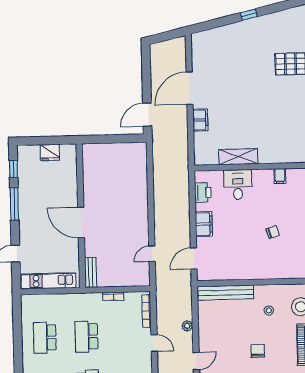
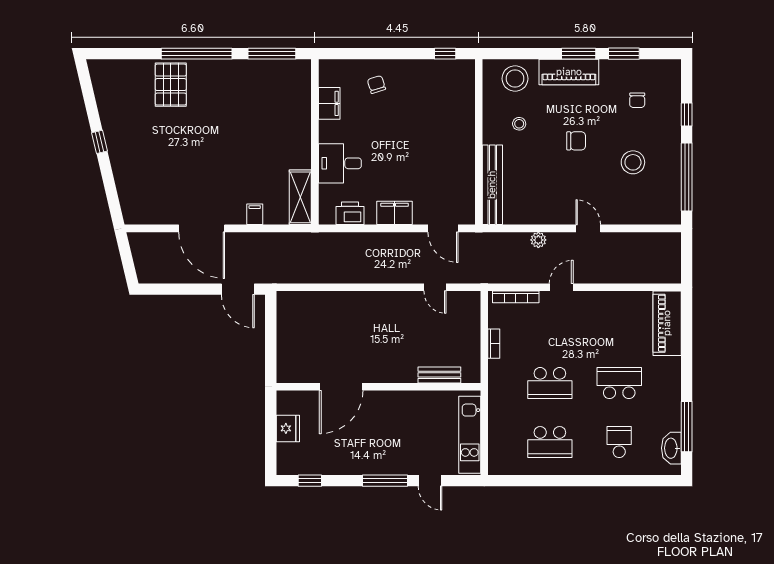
filing cabinet: (200, 120) -> (255, 214), width x0.50
shelving: (238, 157) -> (300, 197), moved
filing cabinet: (280, 176) -> (329, 103), width x2.00
window: (14, 204) -> (385, 481), moved
door: (81, 223) -> (341, 387), moved
chair: (273, 232) -> (376, 84), moved
bench: (91, 273) -> (439, 375), moved
chair: (258, 351) -> (576, 141), turned 180

